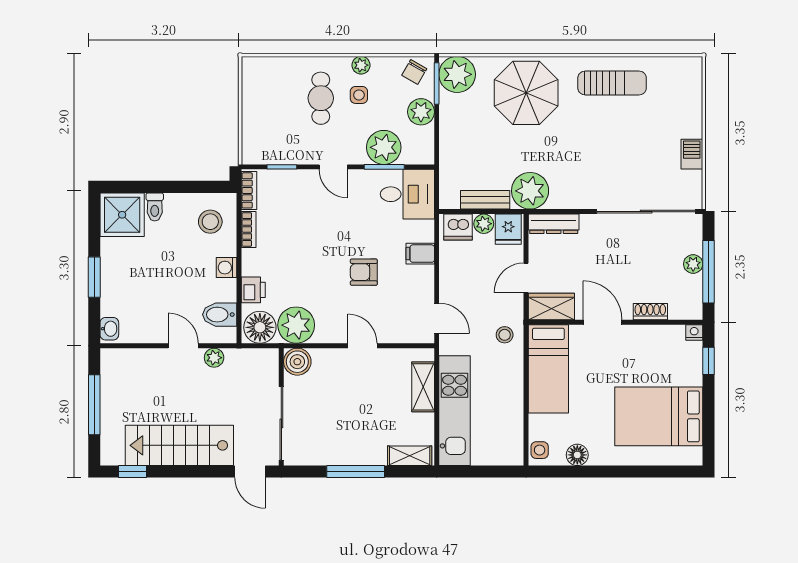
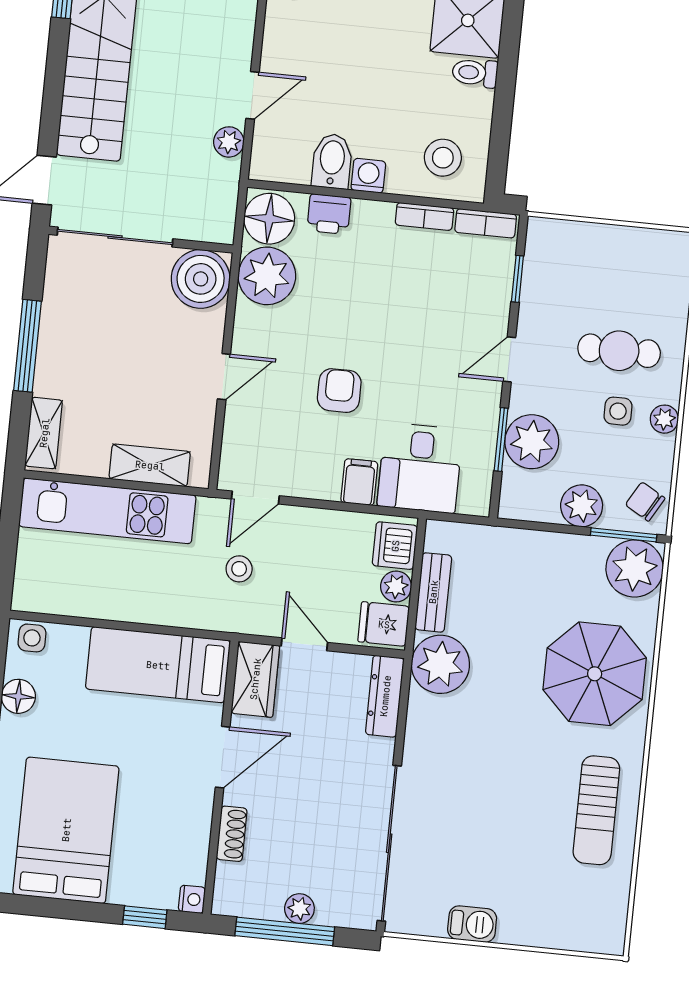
desk: (407, 194) -> (420, 468), moved
bidet: (220, 315) -> (332, 161), moved
stool: (505, 335) -> (239, 569), moved
boiler: (297, 362) -> (201, 279), width x1.37, depth x1.37

